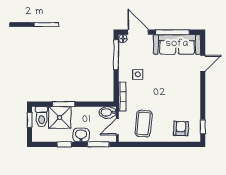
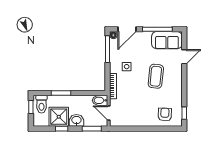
door: (138, 32) -> (127, 29), swing flipped
sofa: (177, 44) -> (167, 40), width x0.73
shower: (60, 118) -> (59, 117), moved
coffee table: (143, 123) -> (156, 76), moved
door: (117, 127) -> (109, 113), hinge flipped

